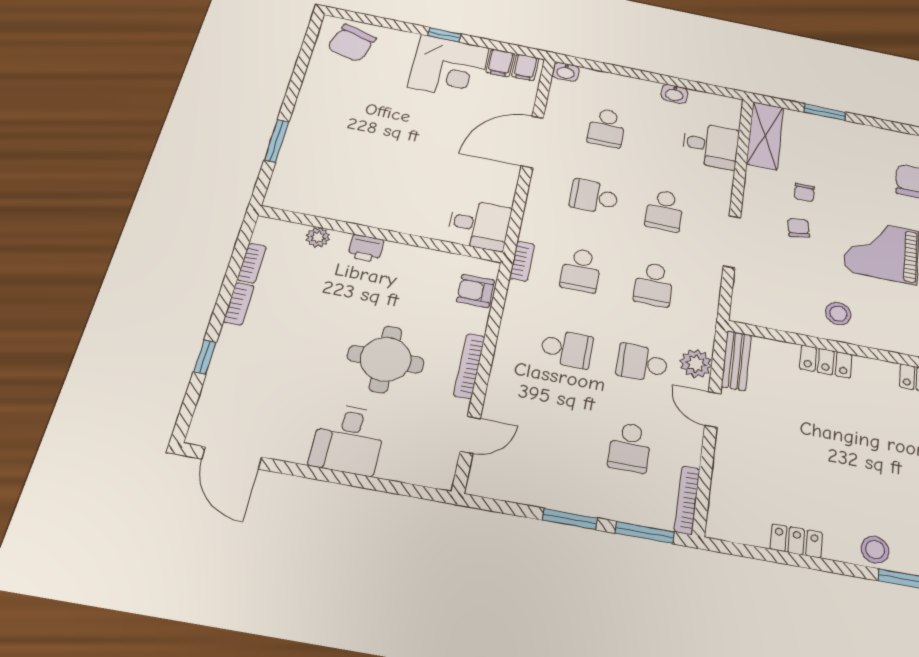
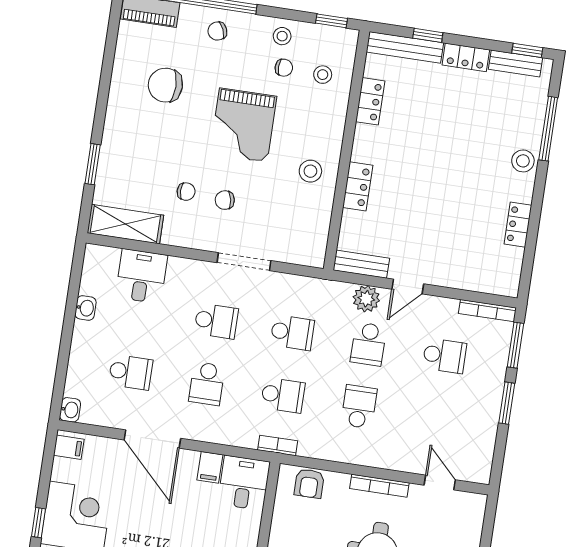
filing cabinet: (500, 63) -> (210, 467), moved, turned 90

